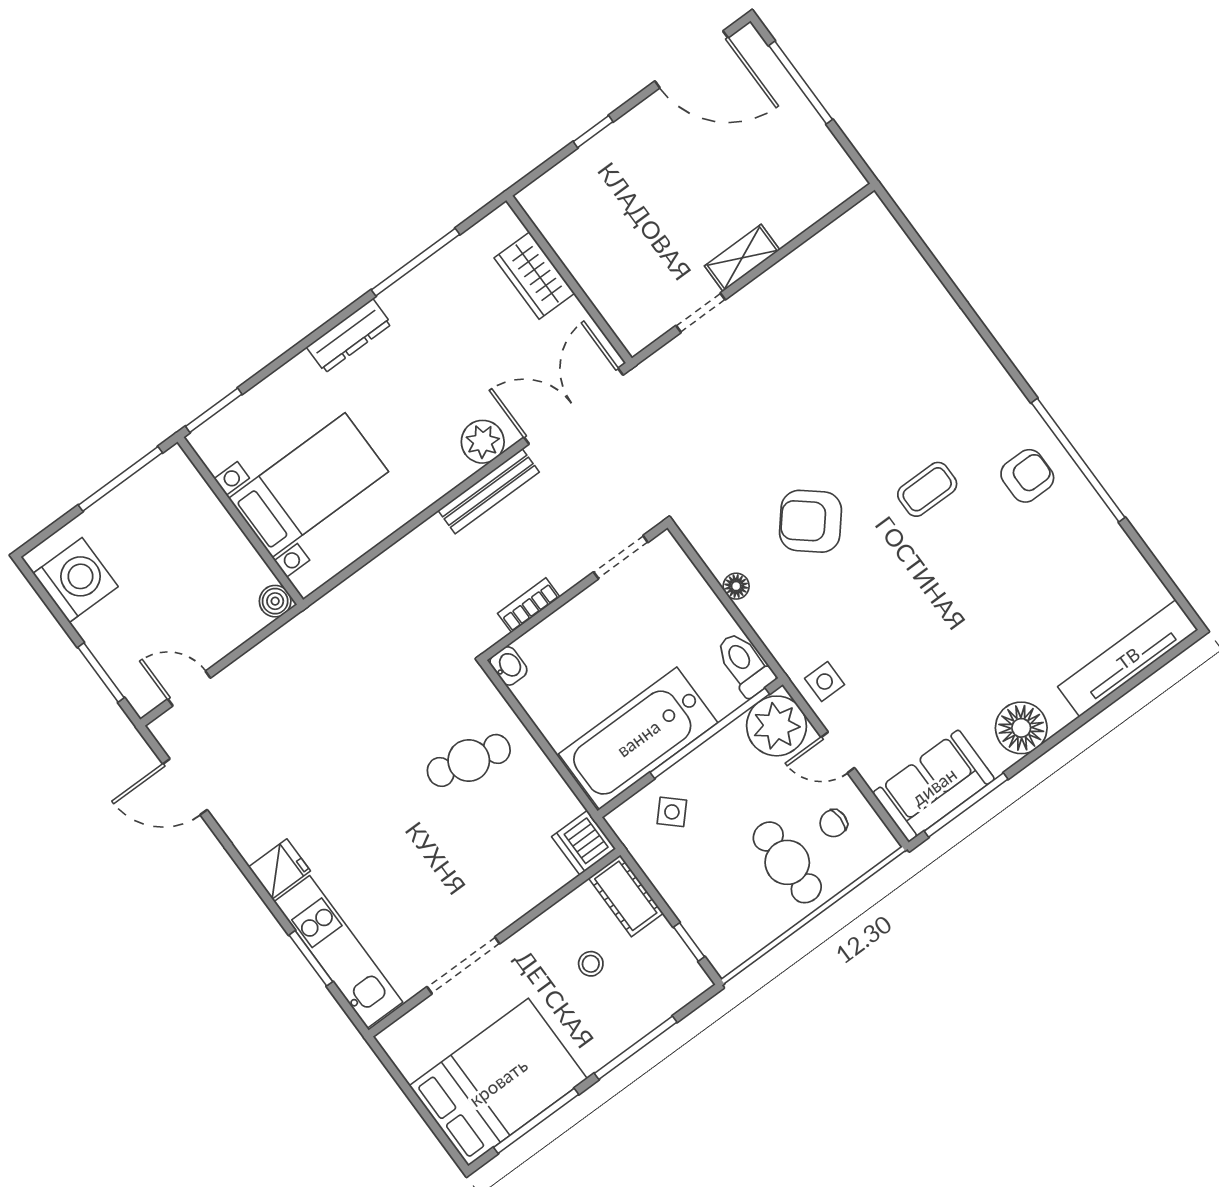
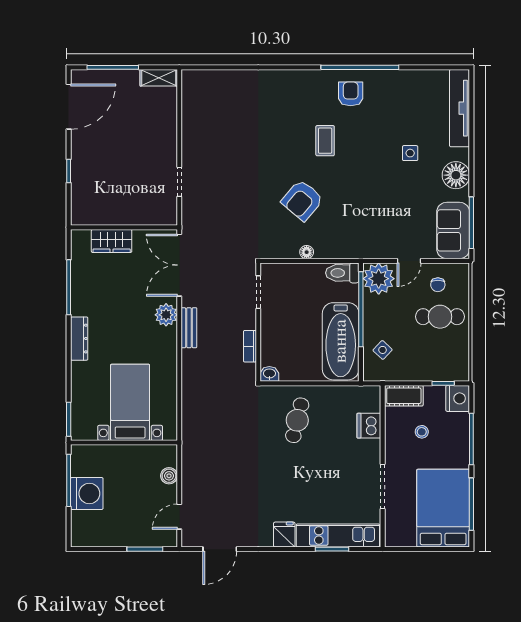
shelving: (742, 258) -> (159, 78), moved, turned 90
bench: (489, 491) -> (189, 328), width x0.73
washing machine: (76, 580) -> (87, 493), moved, turned 90
boiler: (275, 601) -> (169, 476), moved
side table: (825, 682) -> (410, 153), moved
dishwasher: (584, 843) -> (369, 426), moved, turned 90
nightstand: (682, 981) -> (458, 398), added

